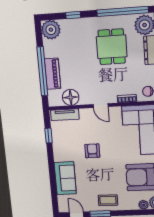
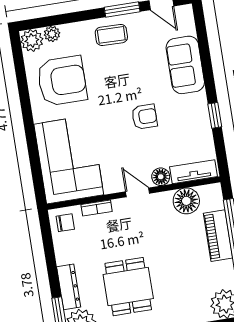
floor lamp: (85, 114) -> (161, 177), added
window: (49, 136) -> (215, 115), moved
armchair: (92, 151) -> (144, 117), turned -90

